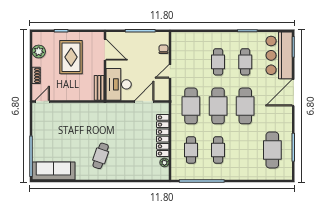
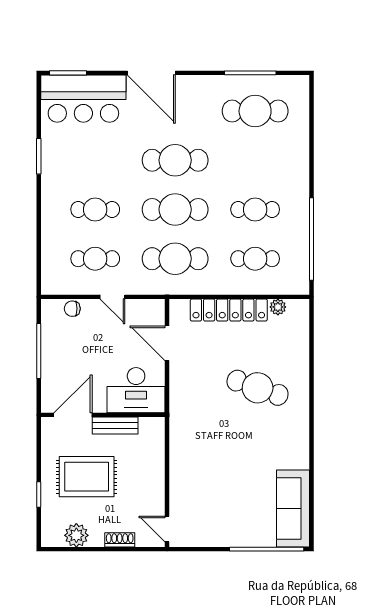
cafe table: (245, 62) -> (95, 259), moved
bench: (99, 88) -> (115, 426), moved
cafe table: (101, 156) -> (258, 388), moved, width x1.37, depth x1.35

